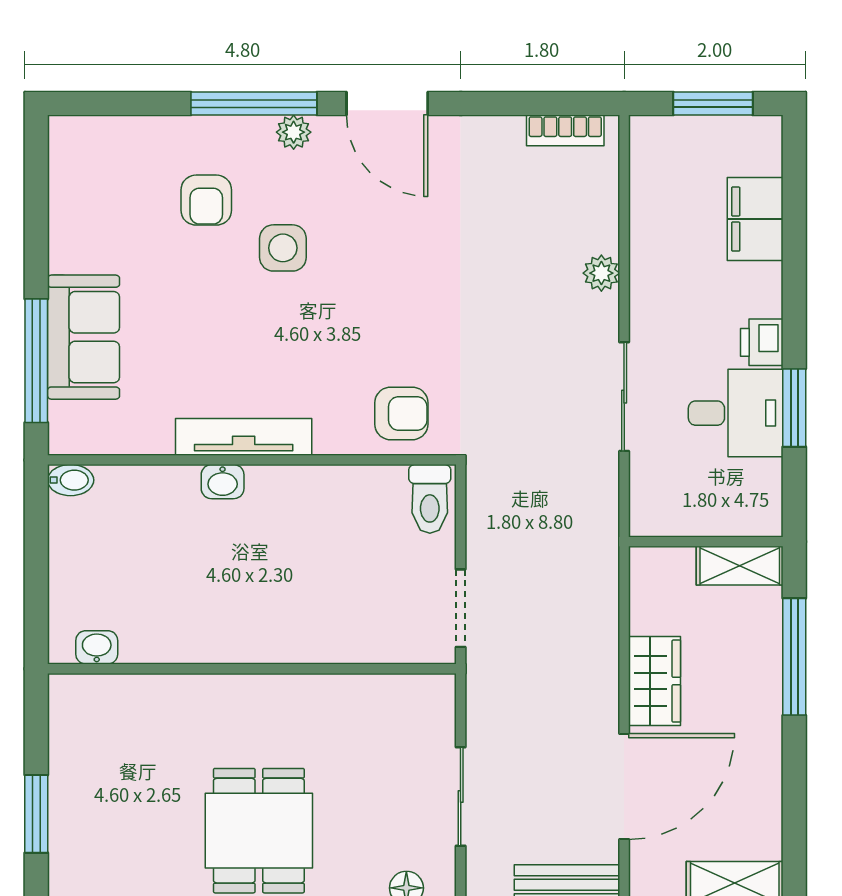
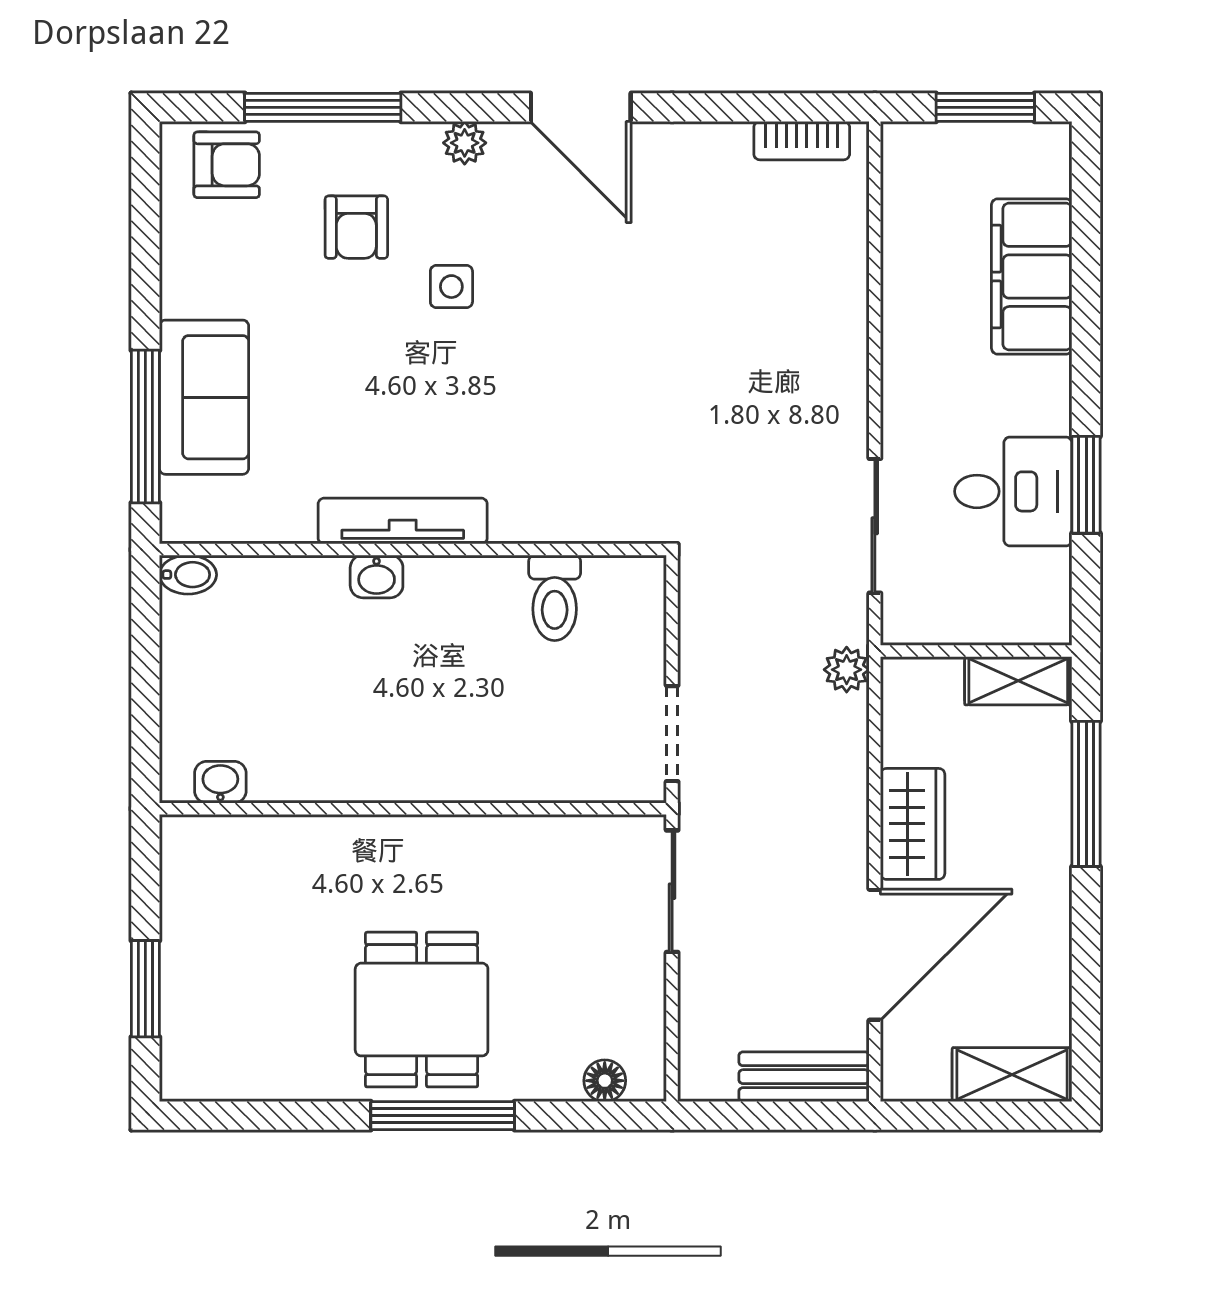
window: (254, 104) -> (323, 107), moved
filing cabinet: (755, 219) -> (1032, 276), width x1.50, depth x1.17
side table: (283, 248) -> (451, 287), width x0.73, depth x0.73
plant: (601, 273) -> (847, 670), moved
printer: (762, 342) -> (1046, 404), removed
sliding door: (624, 397) -> (875, 526), moved
armchair: (401, 413) -> (227, 165), moved
toilet: (430, 499) -> (555, 598), moved
sliding door: (461, 796) -> (672, 891), moved

